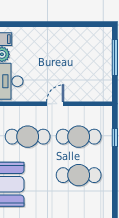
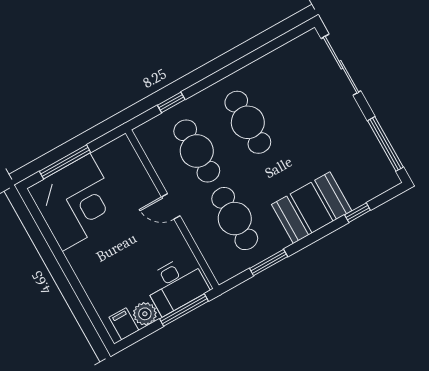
corner desk: (88, 51) -> (76, 202), added

